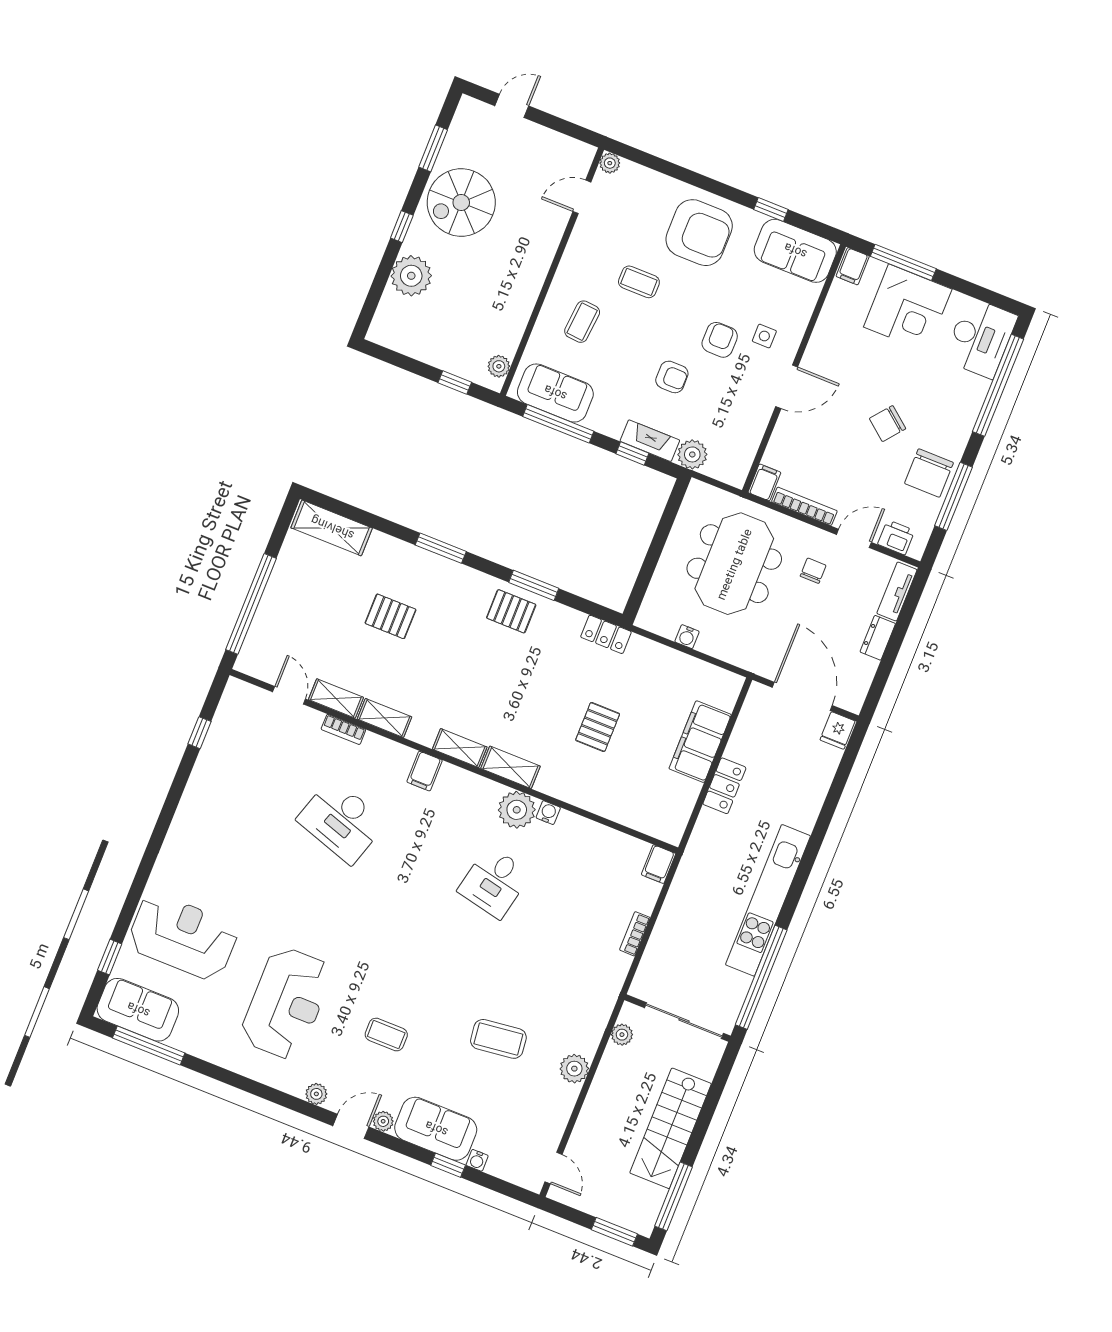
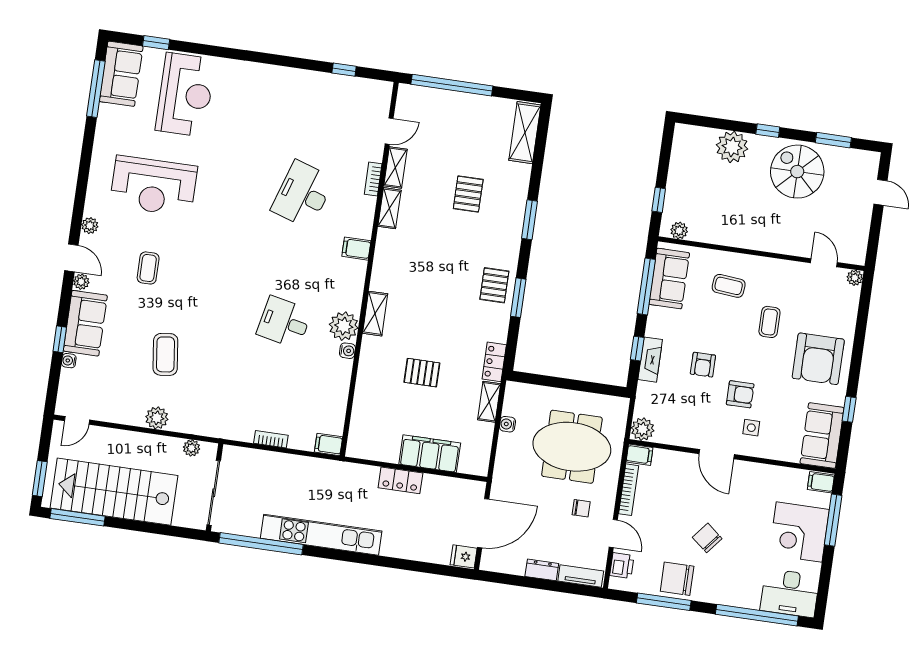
plant: (692, 454) -> (643, 429), moved
shelving: (460, 748) -> (489, 402), moved
stairs: (671, 1128) -> (114, 492), width x1.36, depth x1.51

